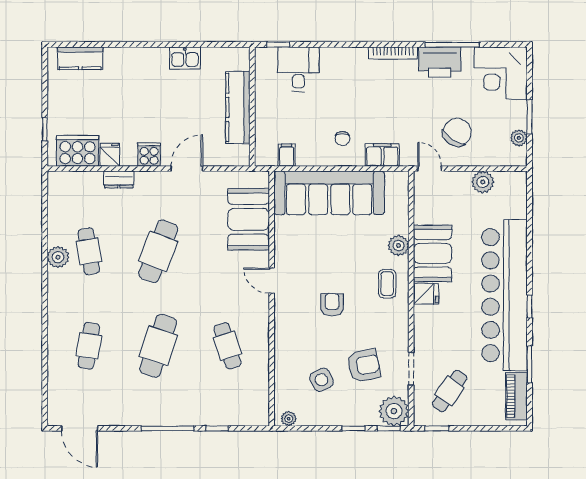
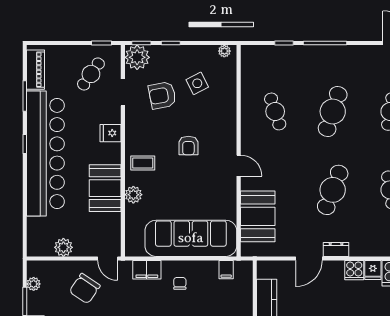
cooker: (149, 154) -> (354, 270), moved
dresser: (119, 179) -> (336, 249), moved
coffee table: (387, 284) -> (143, 163), turned 90
fridge: (426, 294) -> (111, 133), moved

